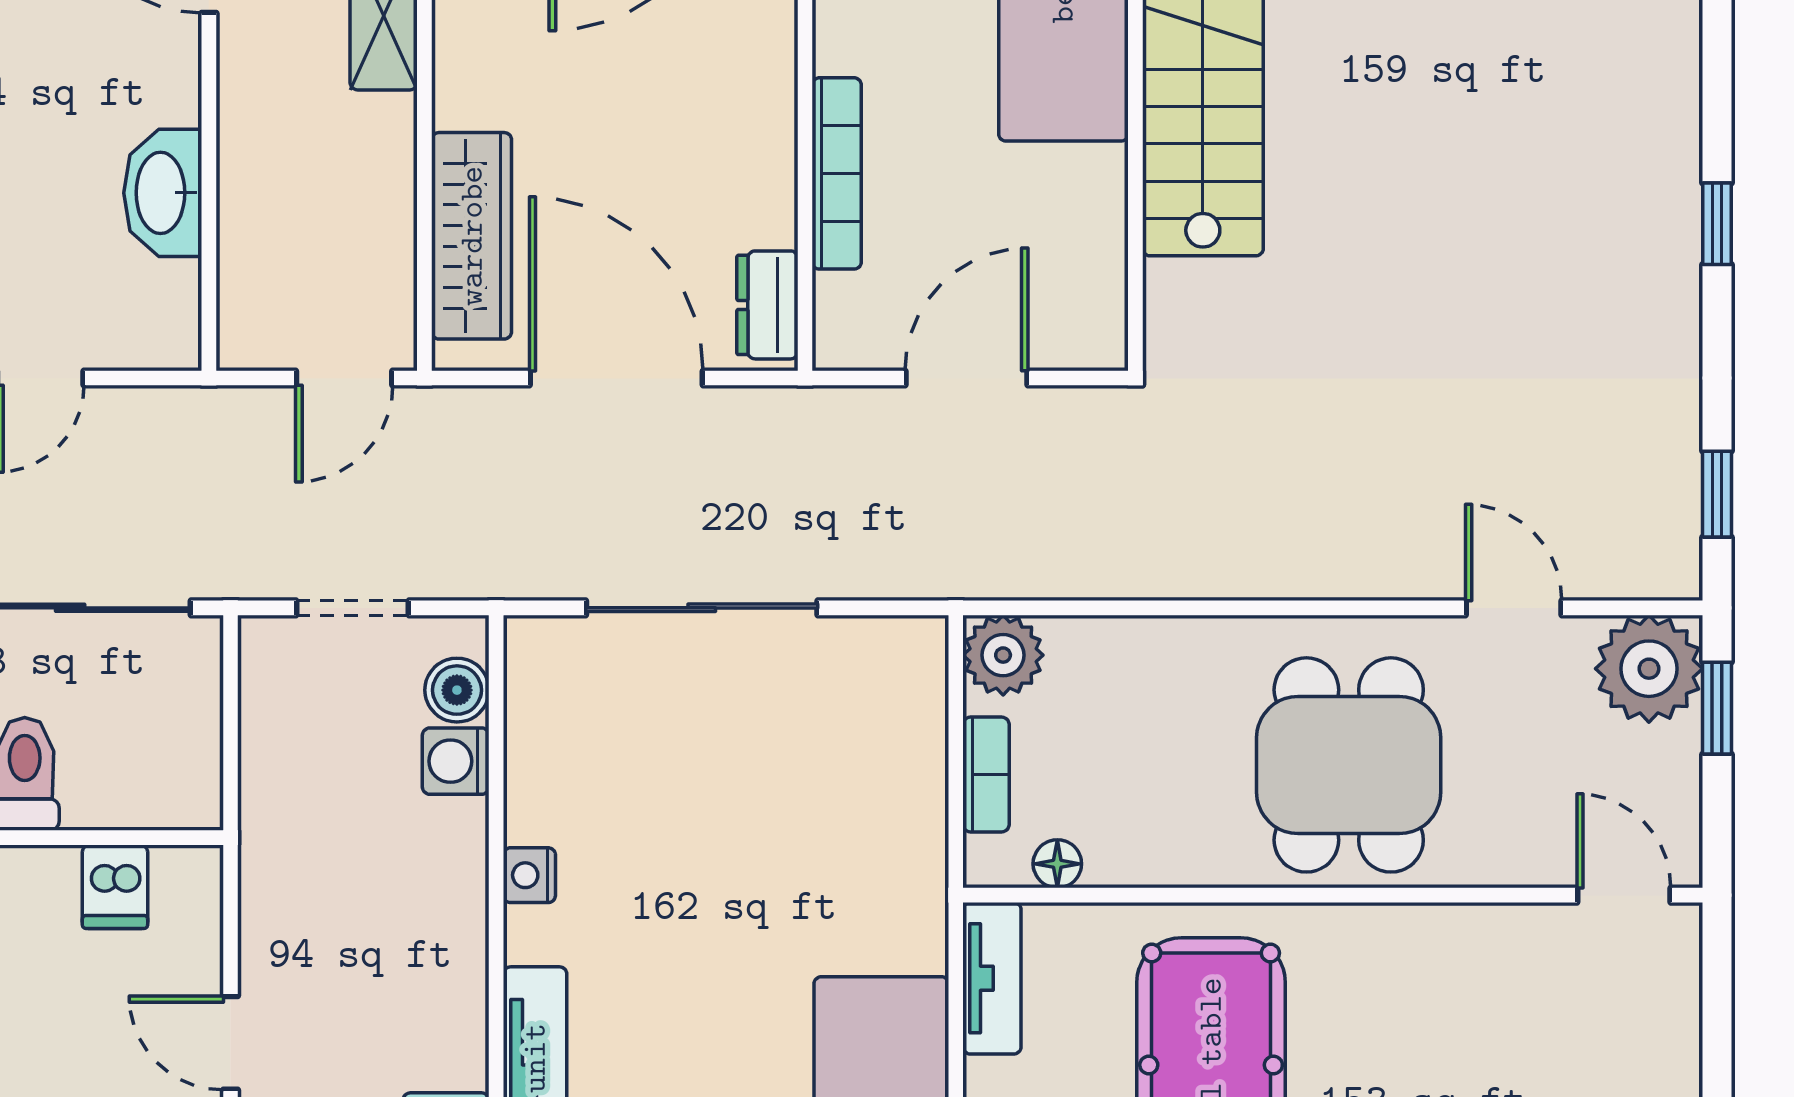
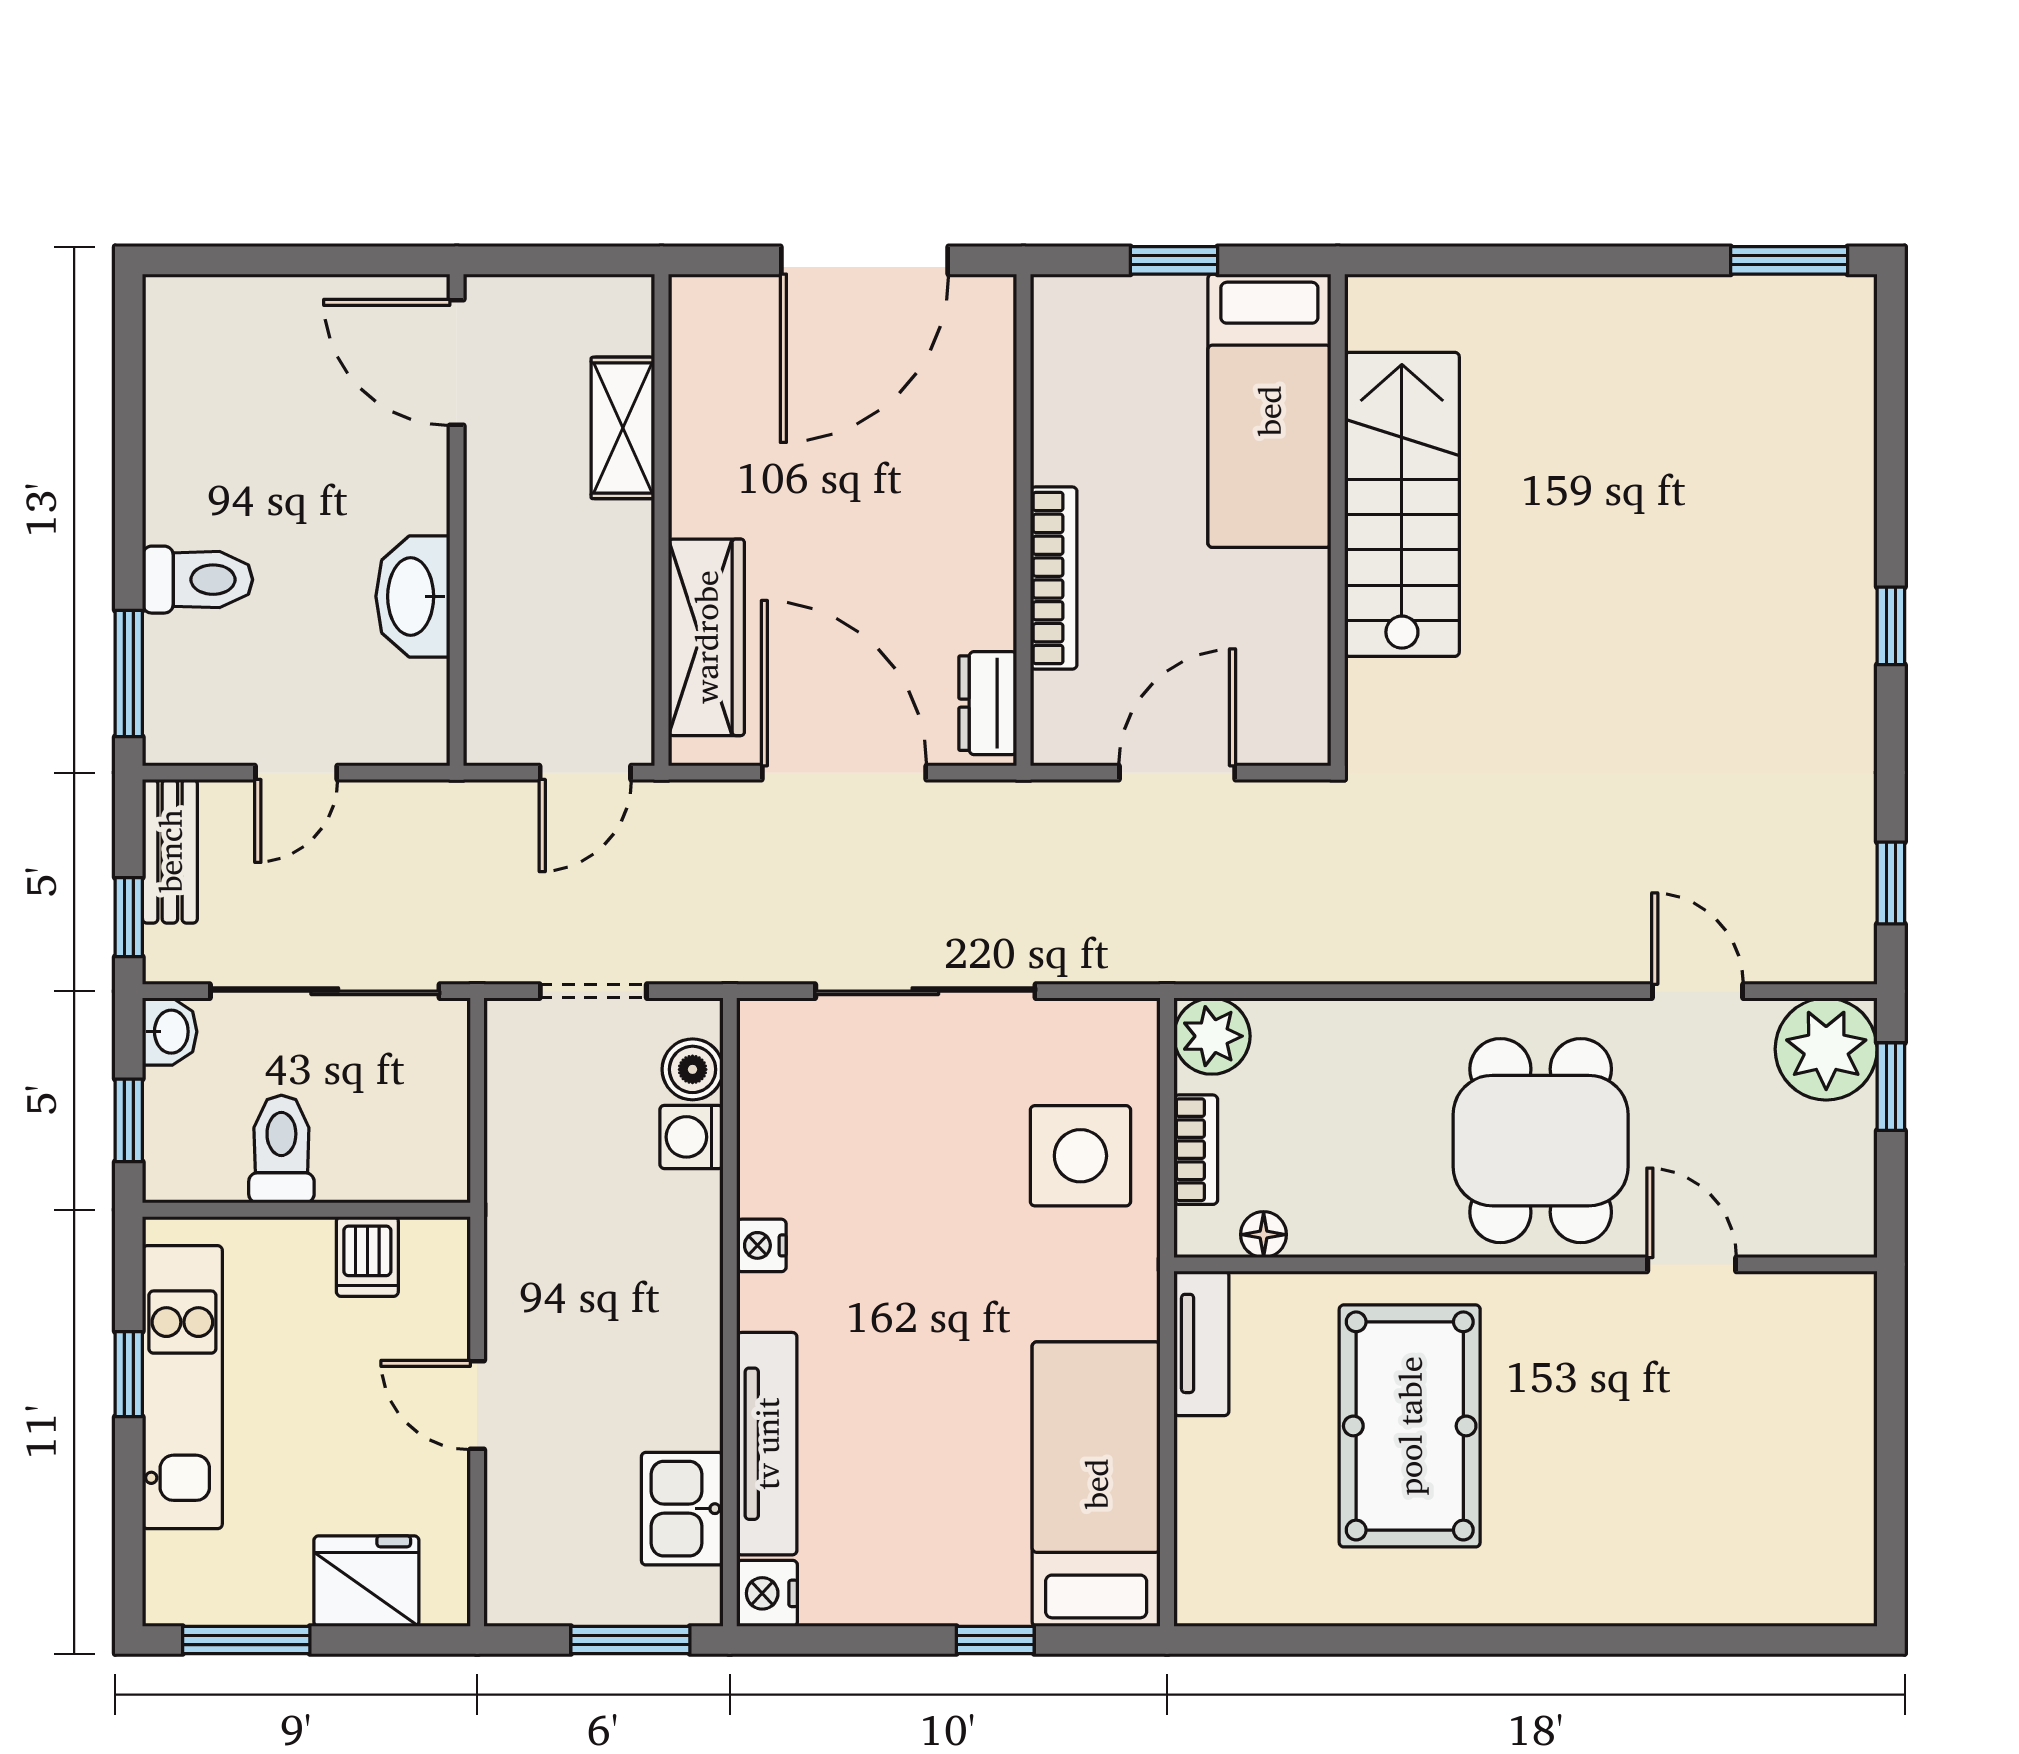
side table: (865, 781) -> (1080, 1156), added
door: (1624, 895) -> (1692, 1264), moved

